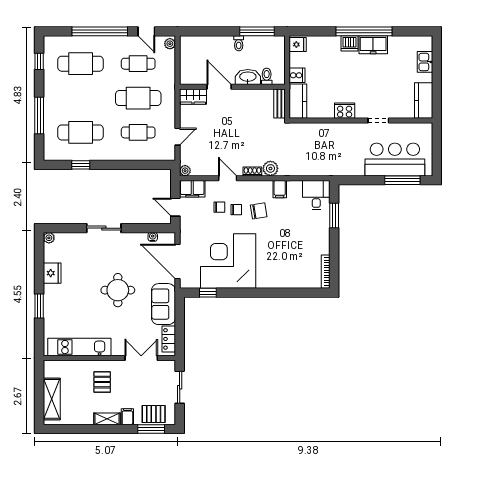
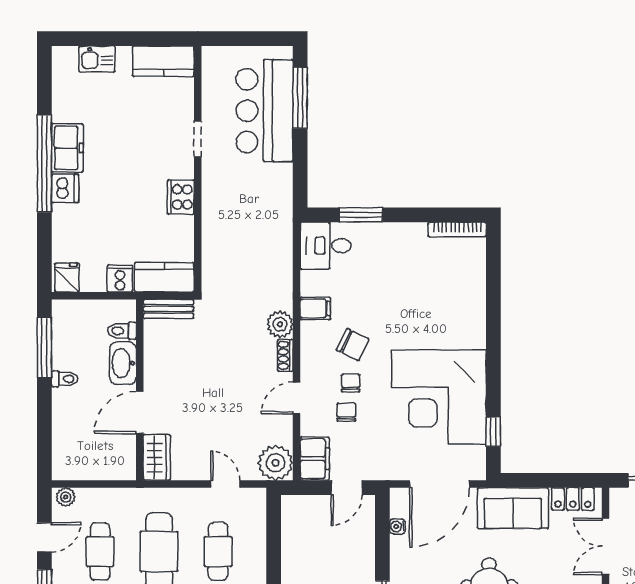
plant: (185, 171) -> (275, 463), width x1.88, depth x1.88
chair: (259, 211) -> (353, 345), turned 125

